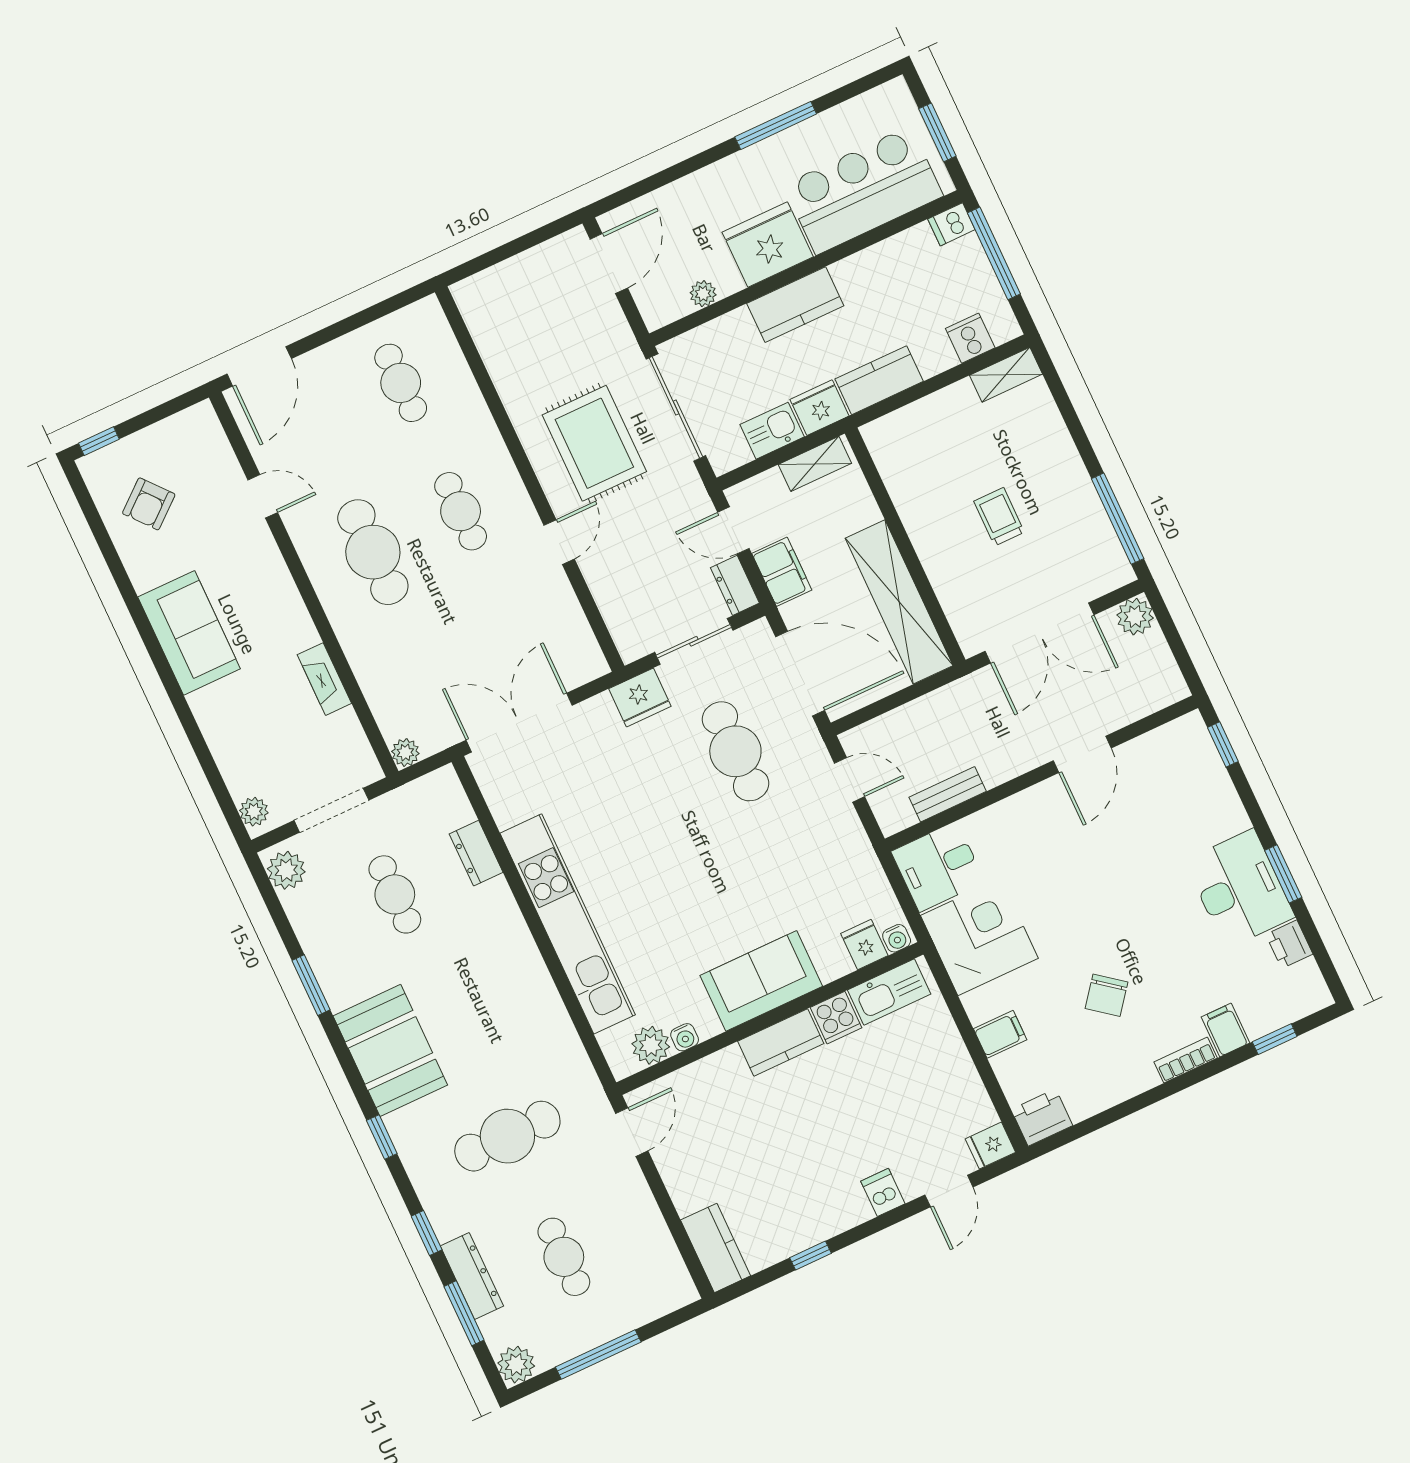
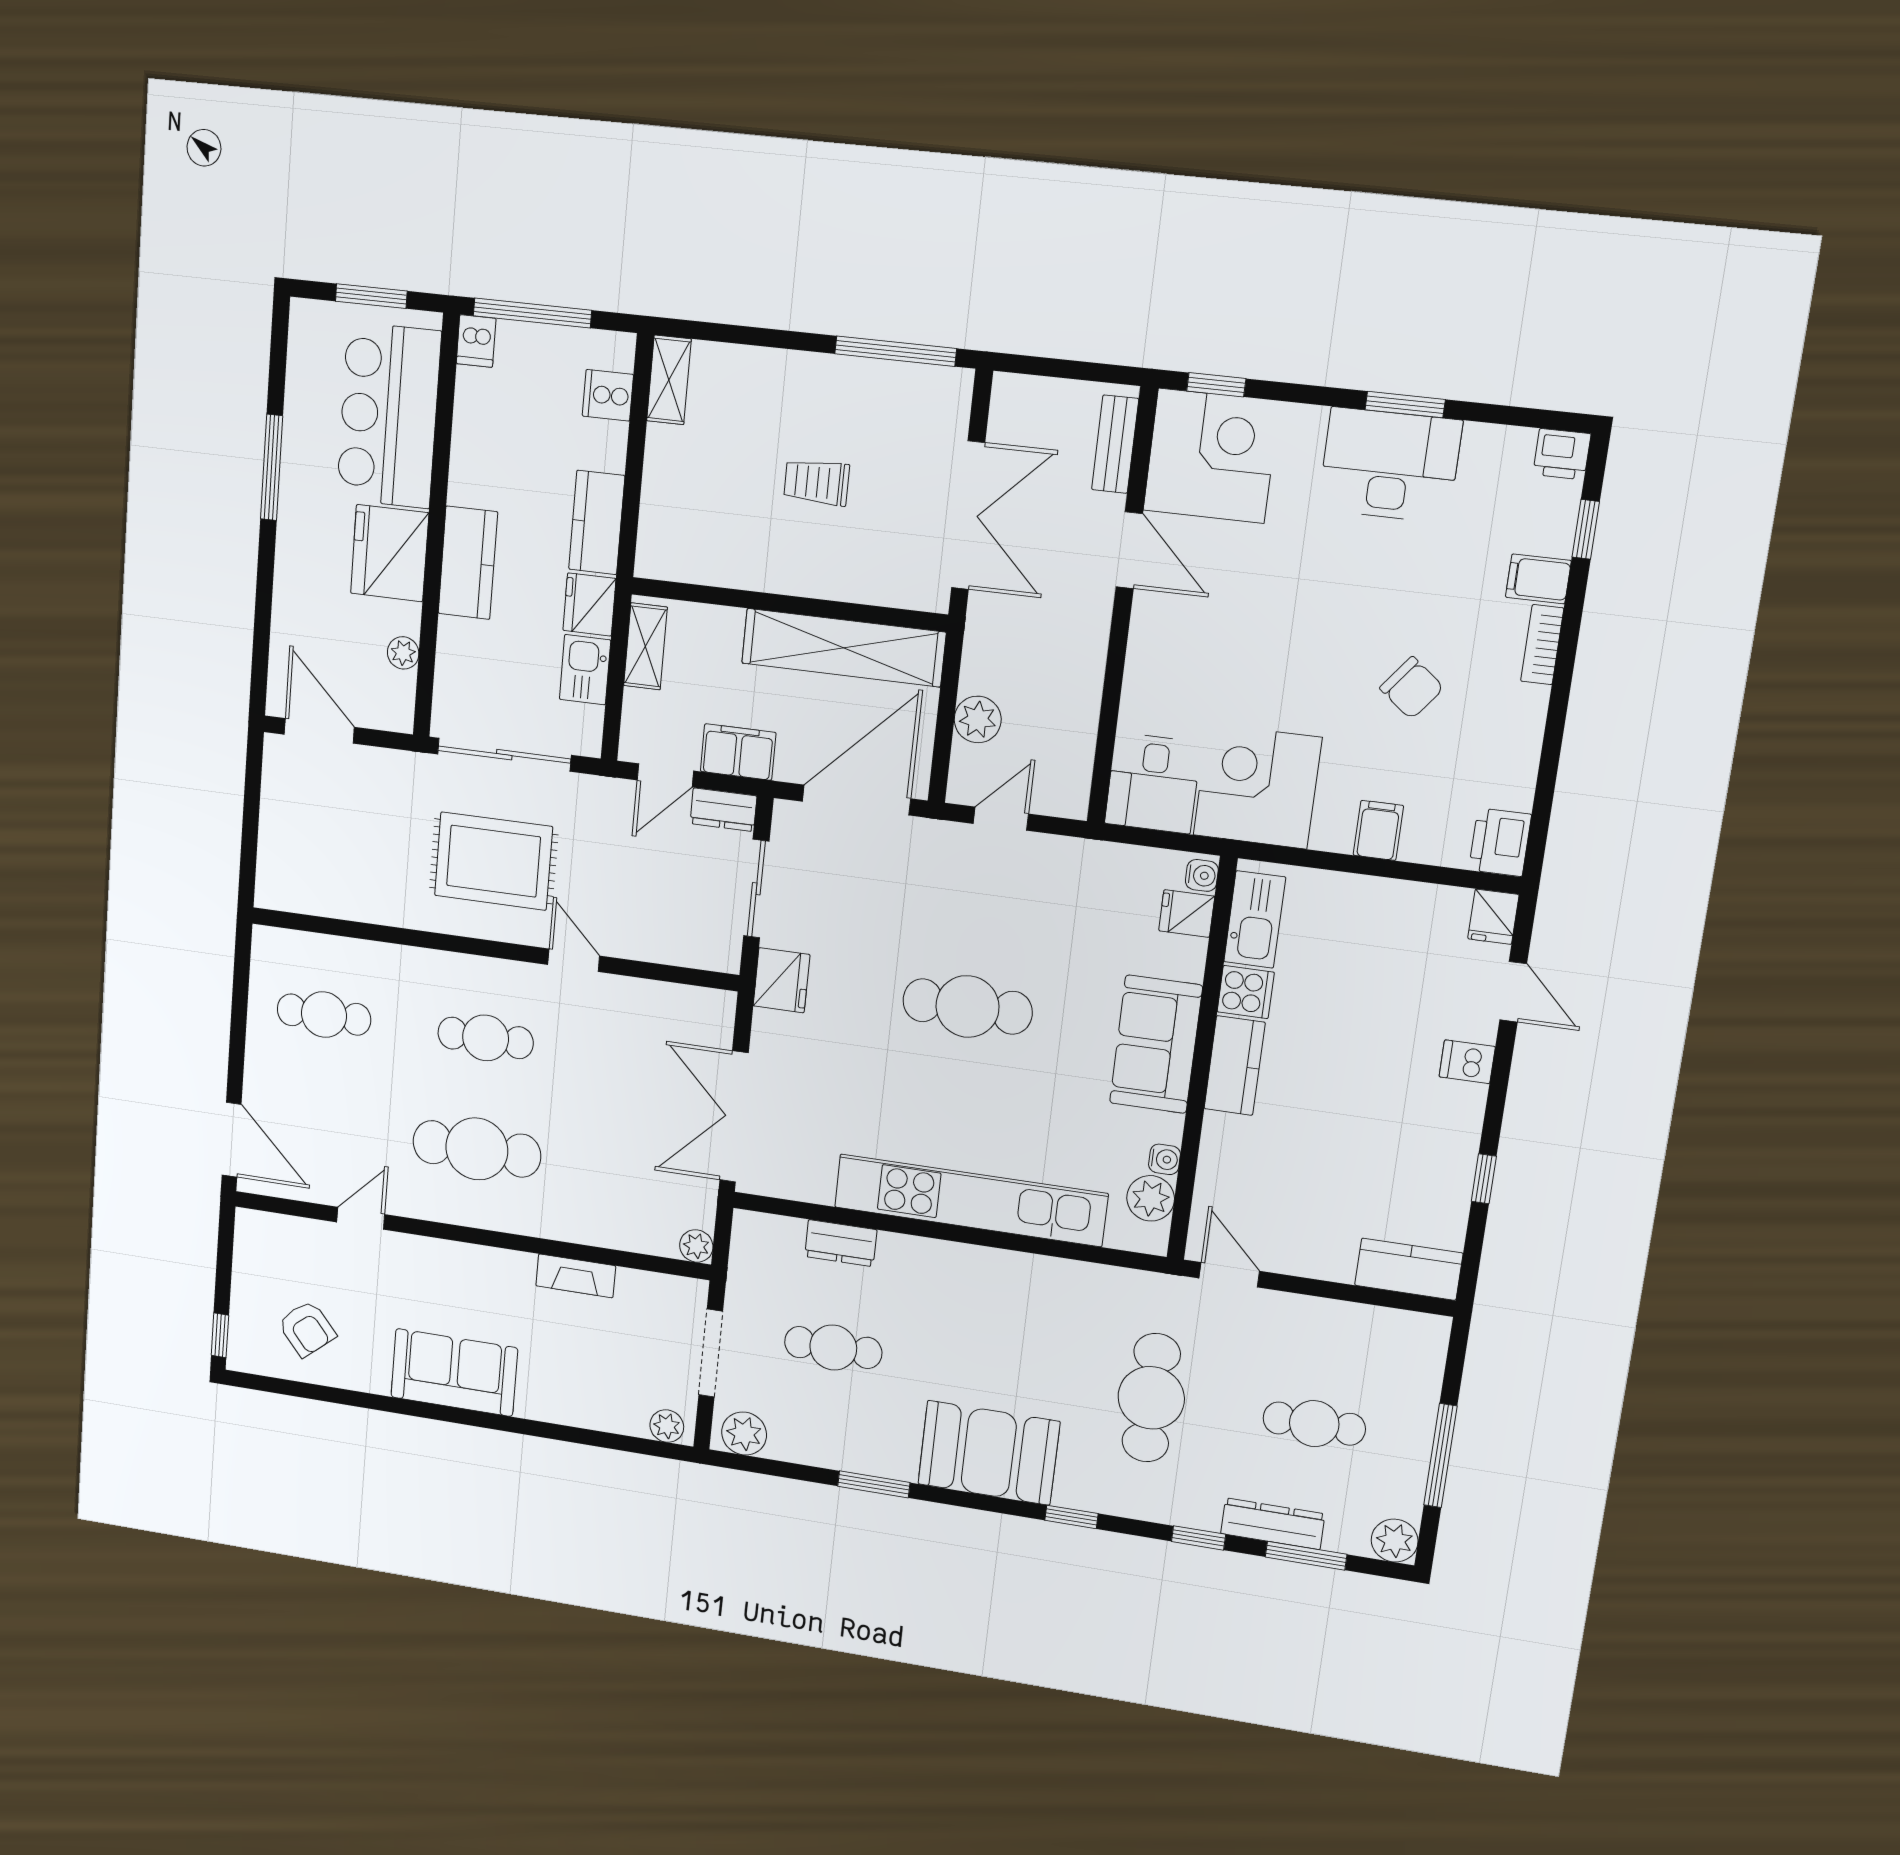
plant: (1135, 617) -> (978, 720), moved
cafe table: (735, 751) -> (967, 1006), moved
corner desk: (1176, 770) -> (1211, 456), added
bench: (948, 794) -> (1115, 444), moved
printer: (1289, 944) -> (1562, 454), moved

